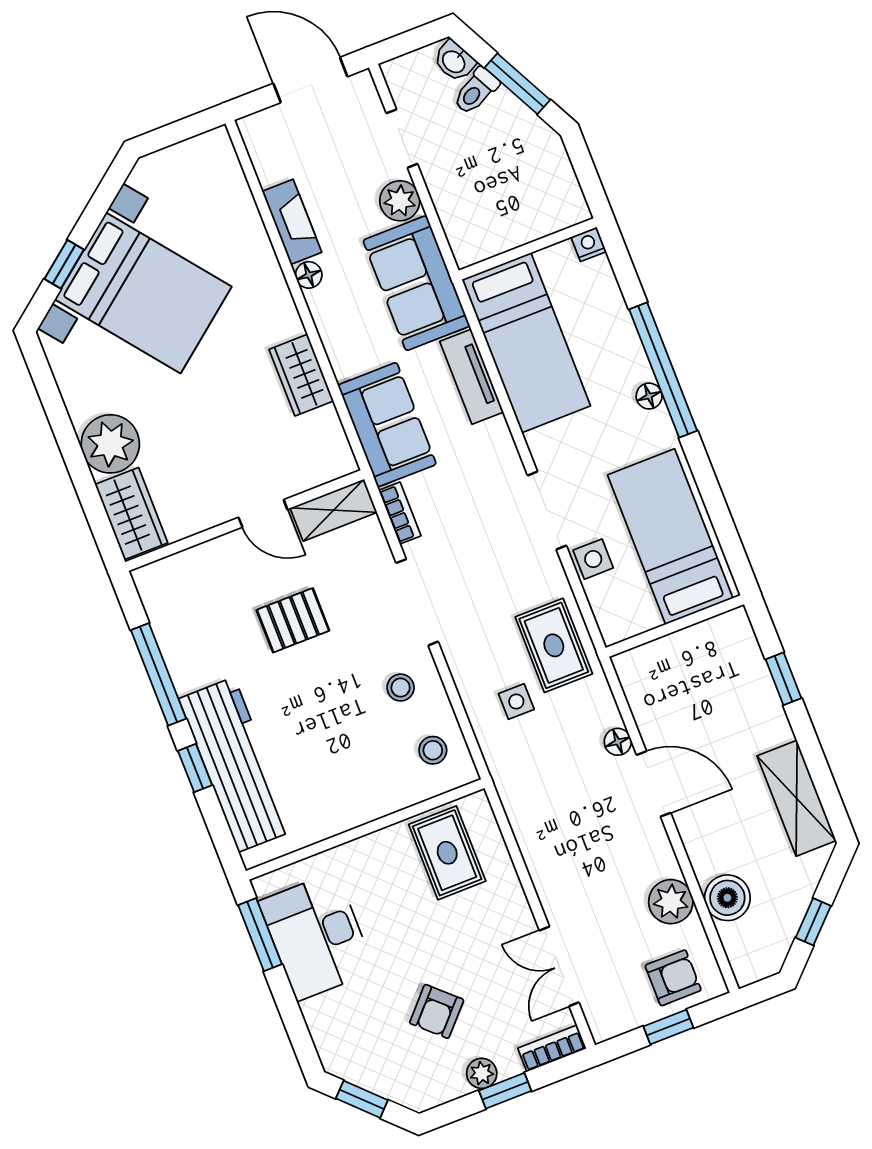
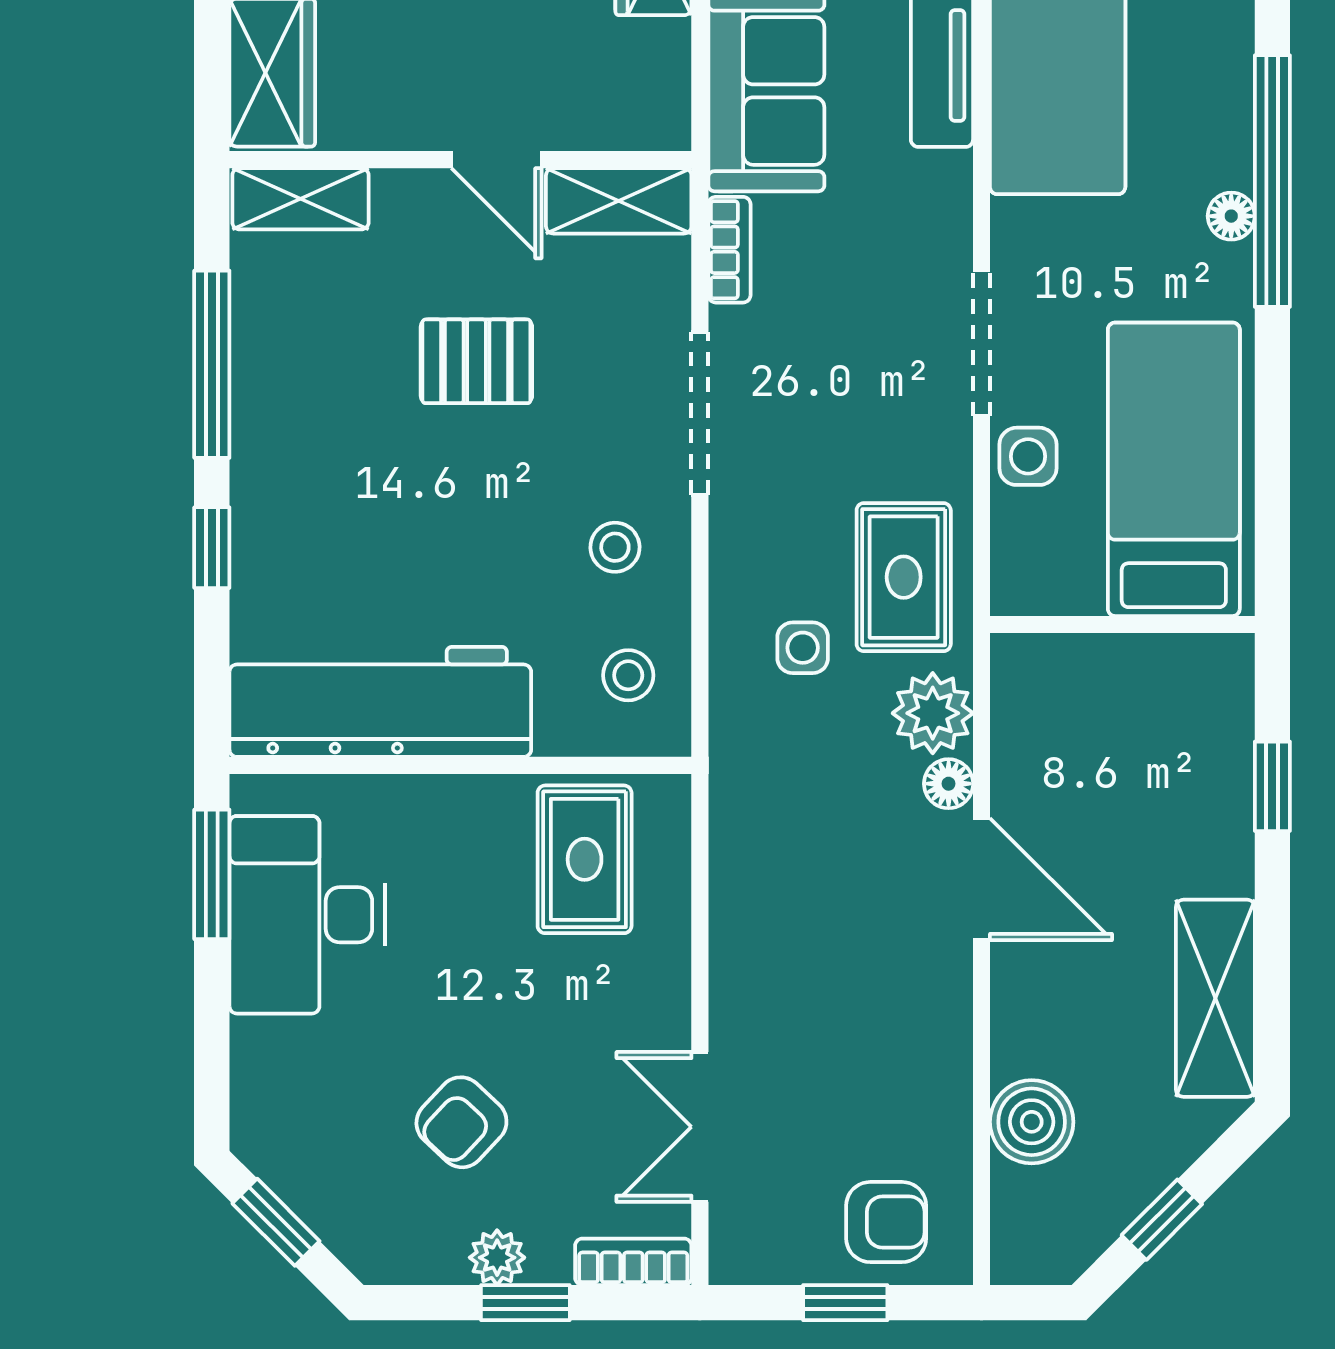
shelving: (171, 572) -> (300, 199), added
workbench: (236, 765) -> (380, 702), moved, turned -90
plant: (671, 902) -> (933, 713), moved

